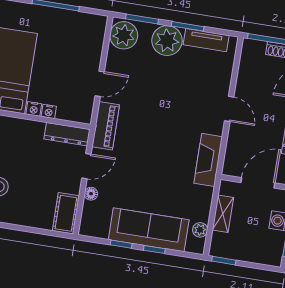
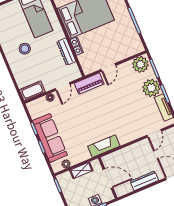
door: (100, 84) -> (108, 67), hinge flipped
door: (229, 109) -> (154, 133), moved
dresser: (67, 134) -> (66, 52), moved
door: (86, 166) -> (63, 87), hinge flipped

